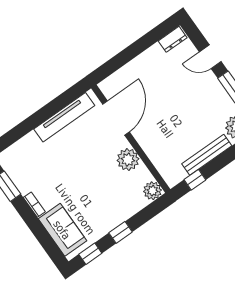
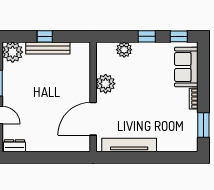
window: (195, 180) -> (45, 36), moved
plant: (152, 191) -> (124, 50), moved

